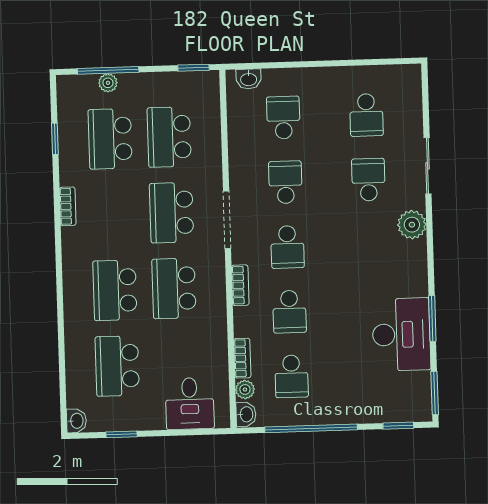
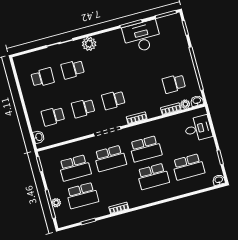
school desk: (287, 247) -> (113, 100), turned 180
school desk: (289, 312) -> (144, 92), removed
school desk: (291, 376) -> (174, 84), turned 180

